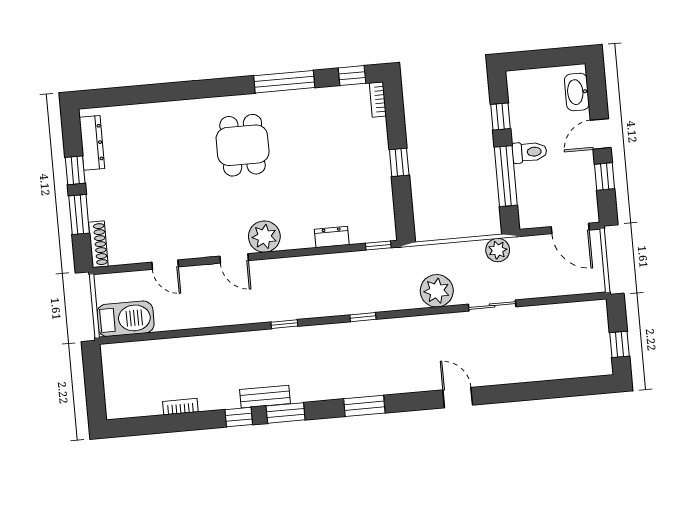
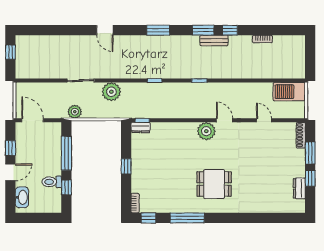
dresser: (92, 143) -> (299, 188), width x0.70
dining table: (243, 145) -> (214, 184), turned 90
toilet: (529, 152) -> (52, 182), moved
dresser: (332, 237) -> (141, 128), moved

